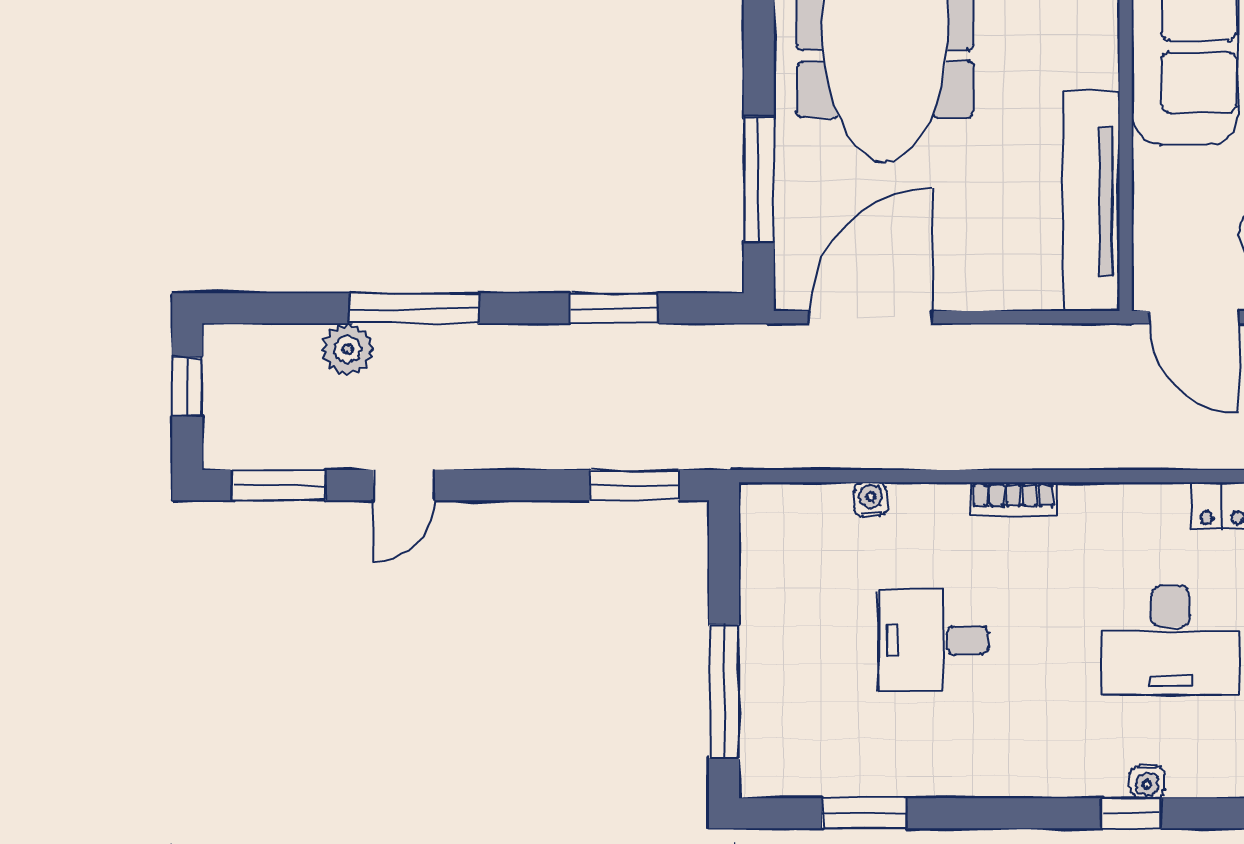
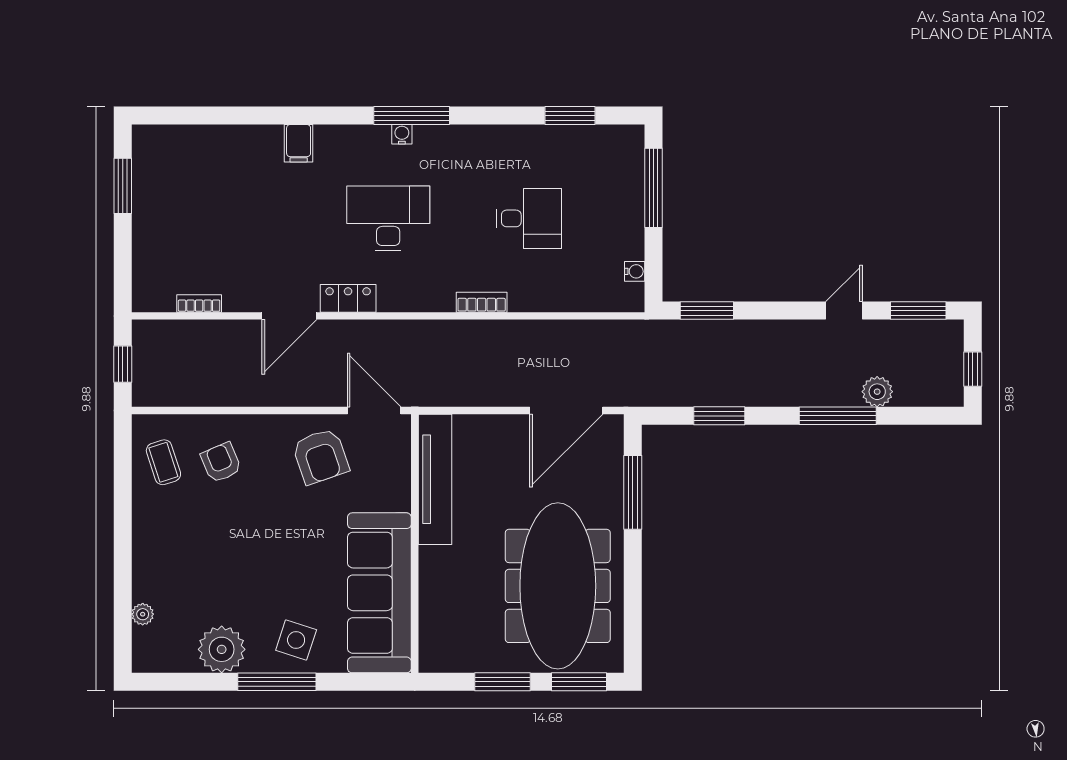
water cooler: (871, 499) -> (635, 271), moved, turned -90
window: (1131, 813) -> (412, 116), width x2.17

